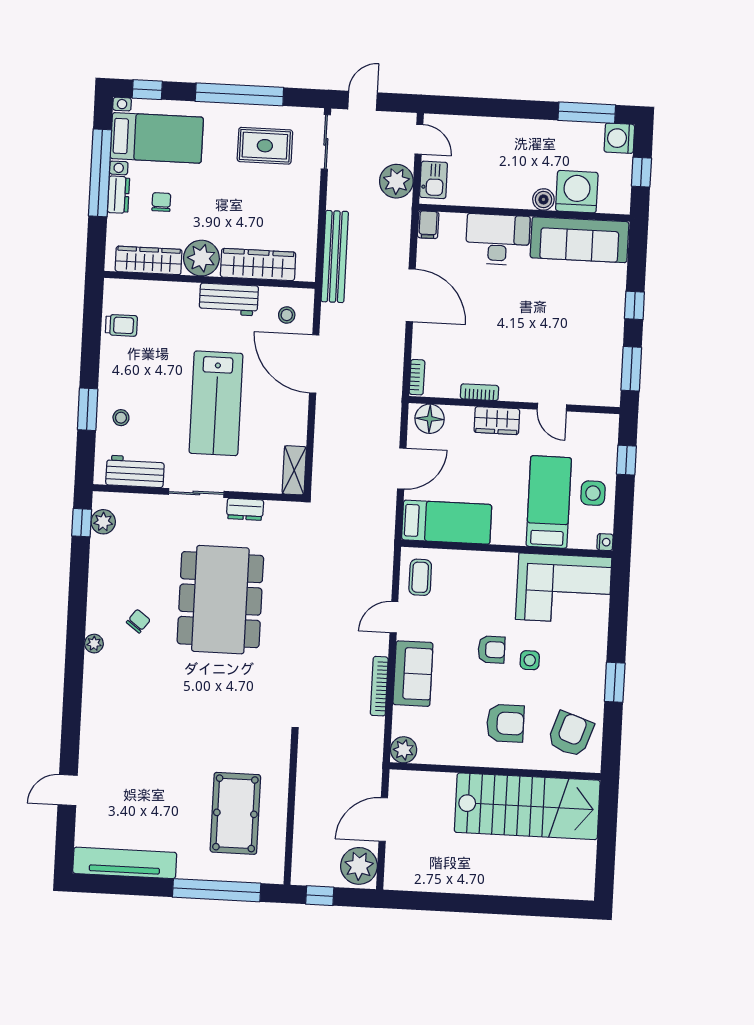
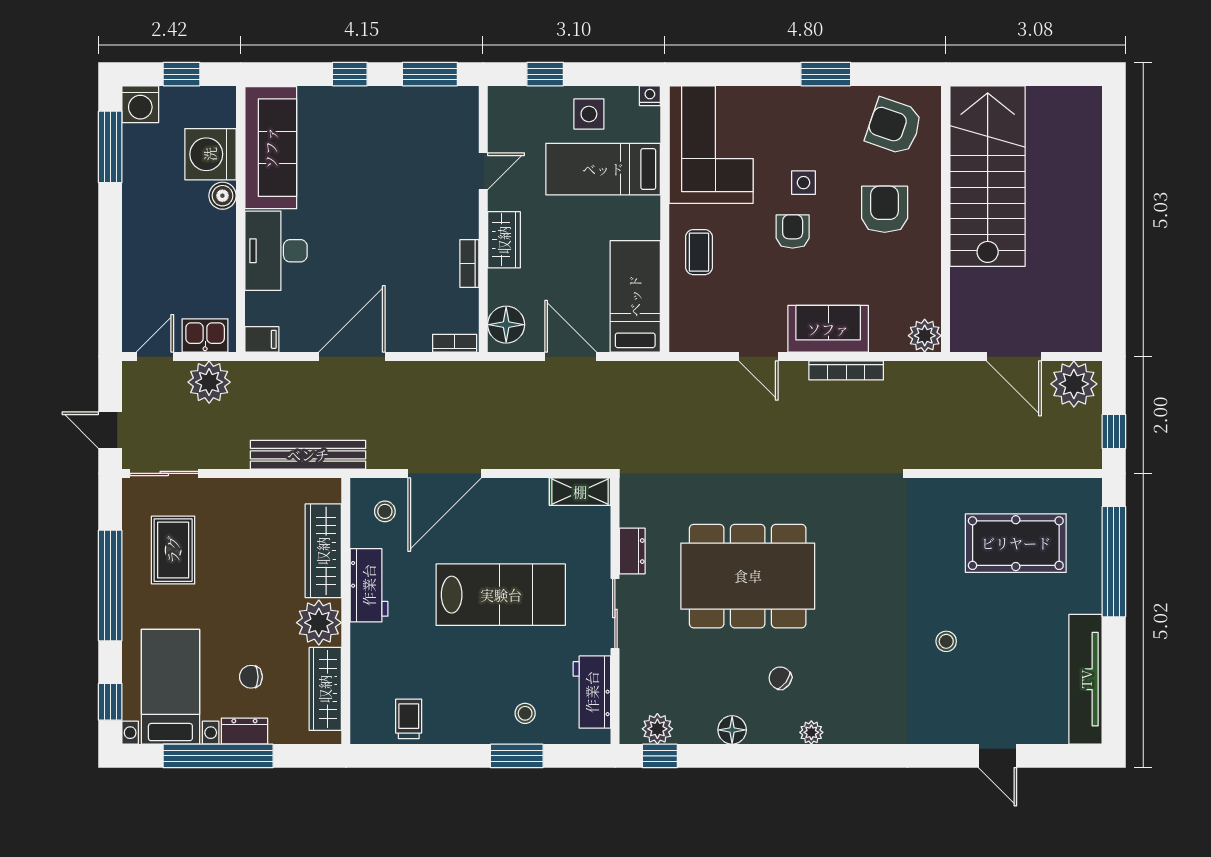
coffee table: (420, 577) -> (699, 252), moved, turned 90
floor lamp: (99, 581) -> (732, 730), added
stool: (160, 754) -> (946, 641), added

